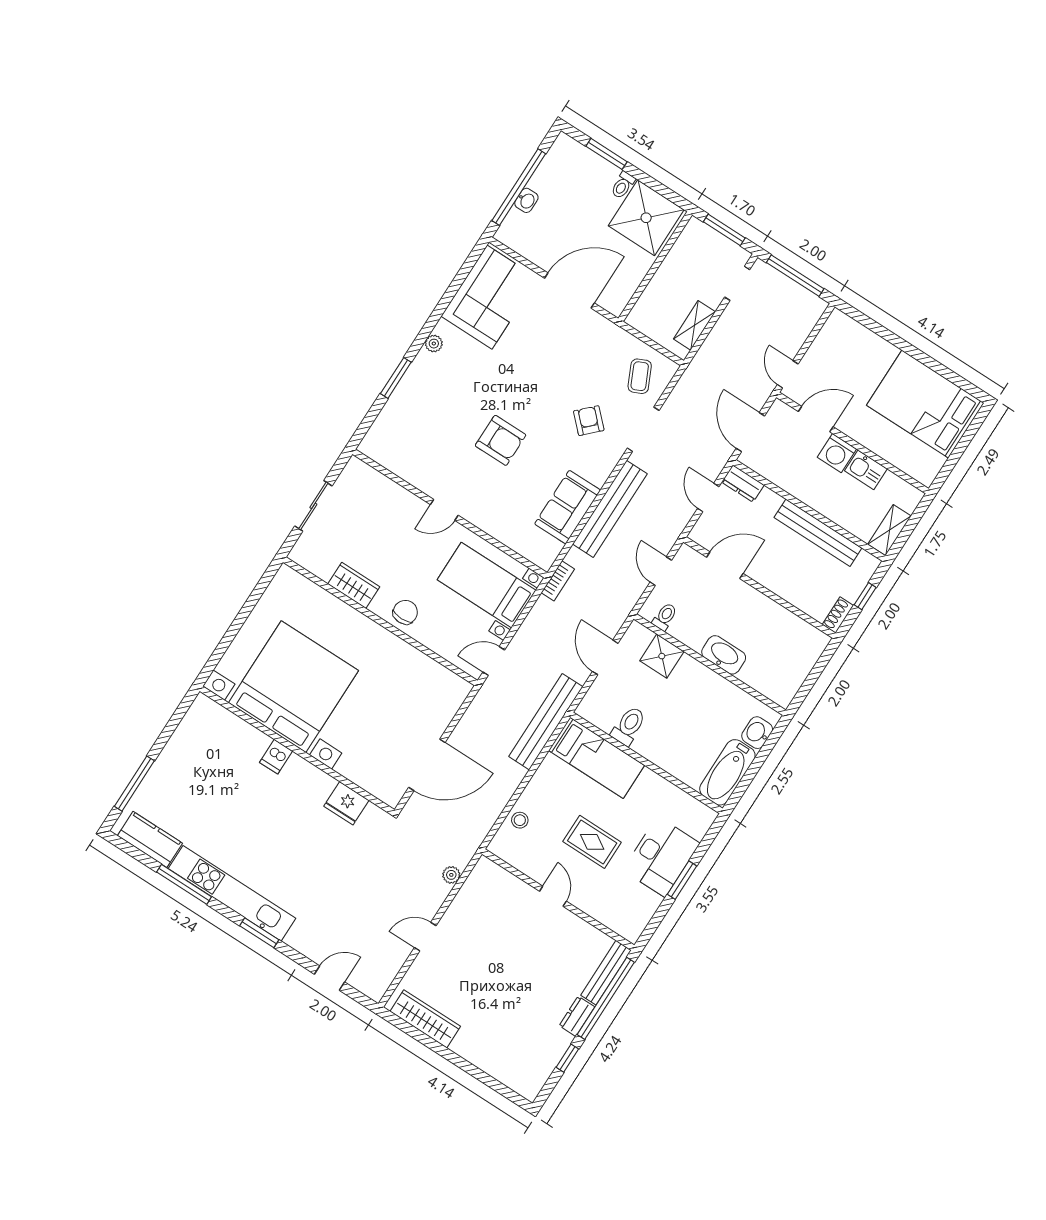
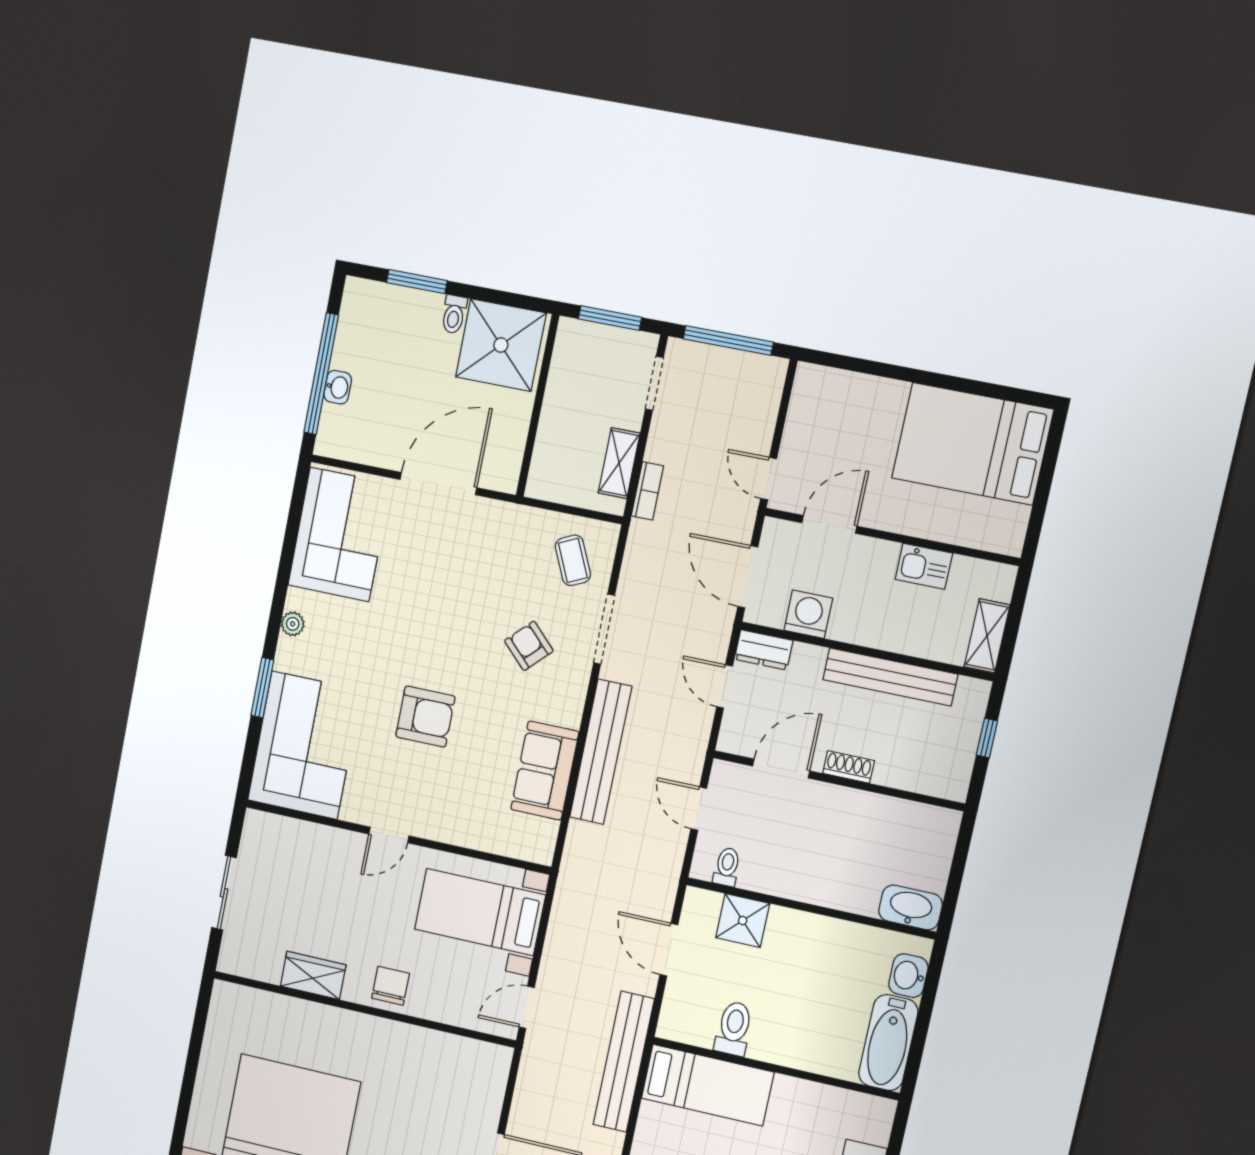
corner sofa: (410, 428) -> (304, 745), added
washing machine: (837, 453) -> (808, 614), moved, turned 180
bookcase: (558, 581) -> (647, 491), moved
shoe rack: (838, 615) -> (848, 767), moved, turned 90
washbasin: (724, 655) -> (911, 907), moved

